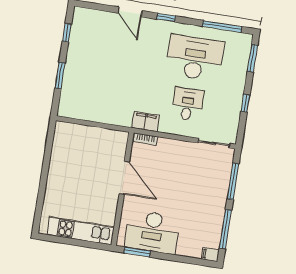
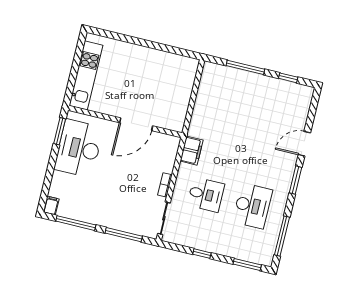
window: (166, 18) -> (296, 180), width x1.50
desk: (195, 58) -> (252, 206), width x0.73, depth x0.77
window: (60, 76) -> (245, 67), width x1.44
bookcase: (145, 139) -> (165, 185), moved

